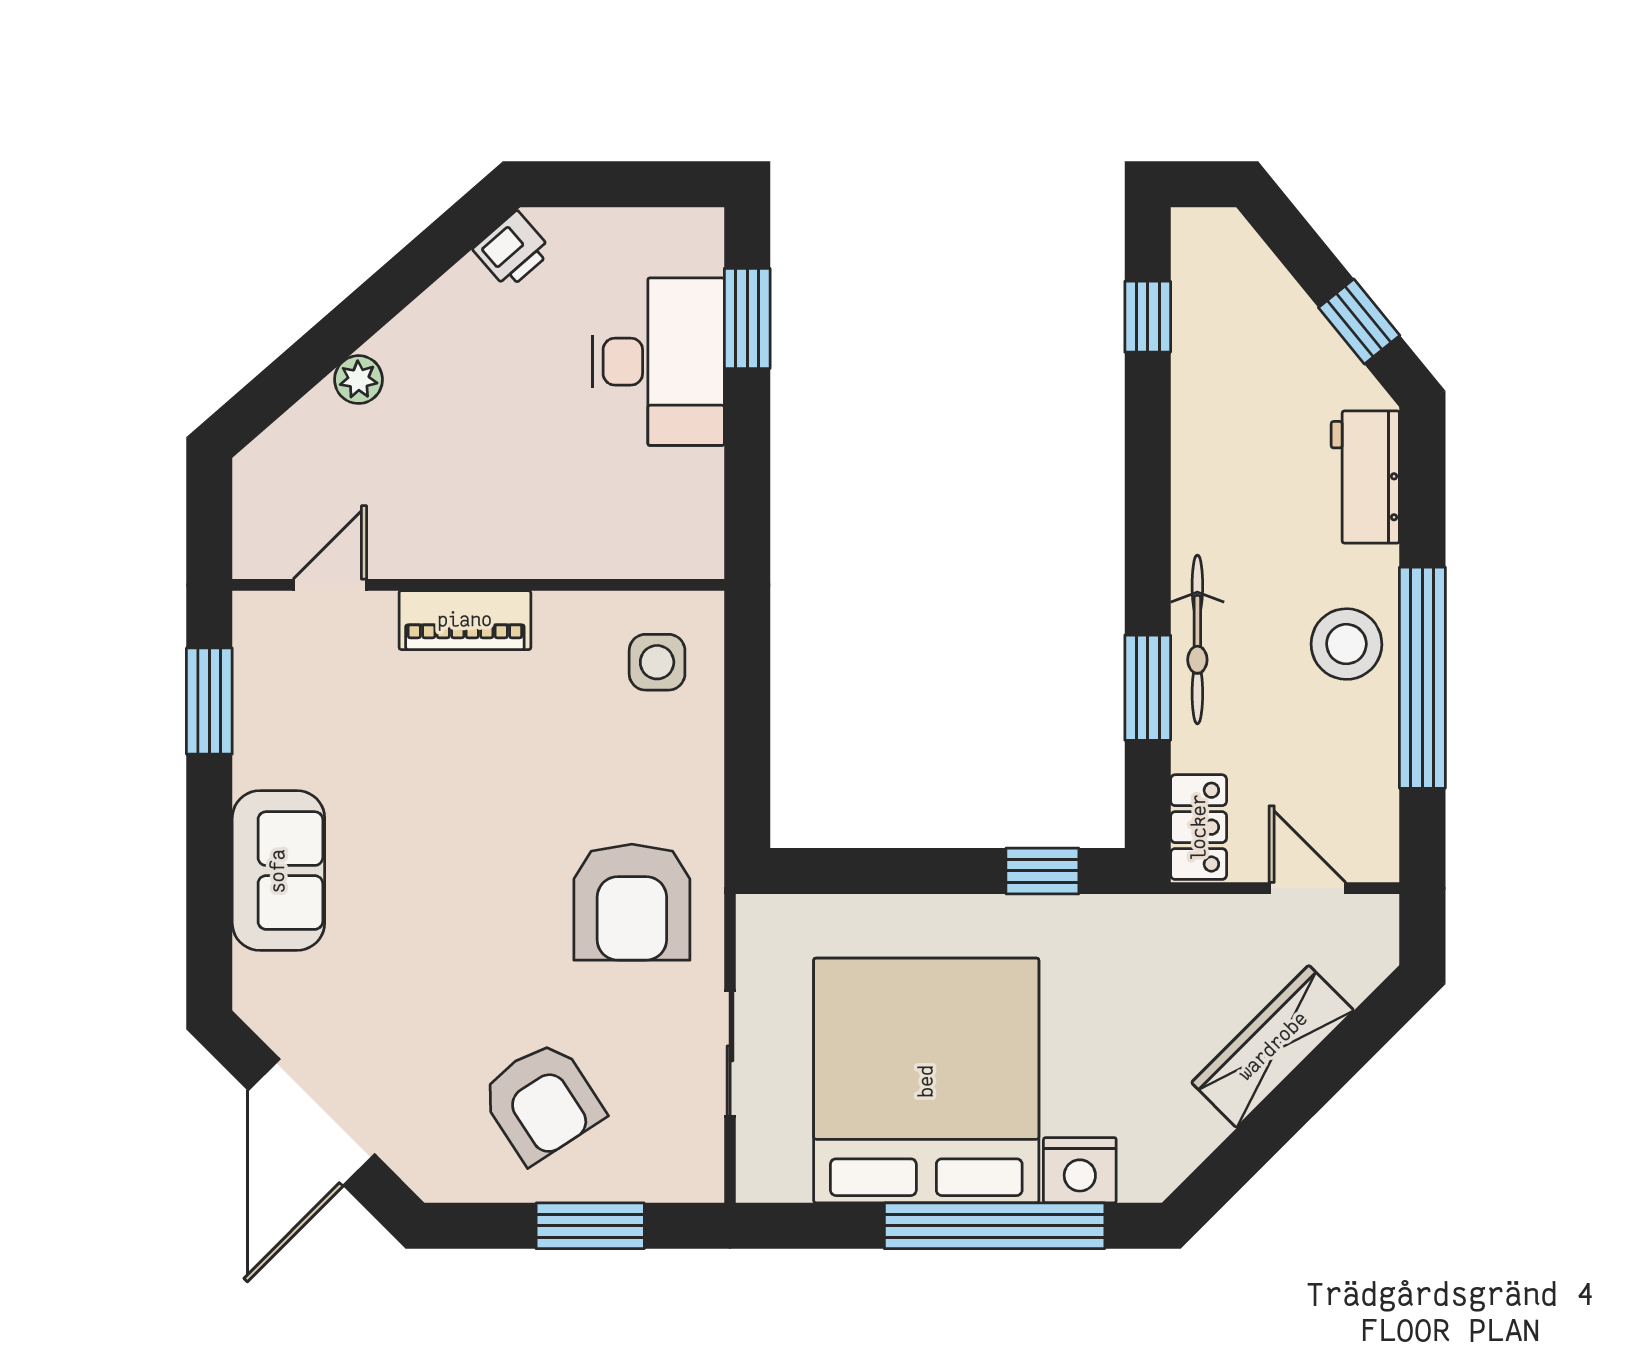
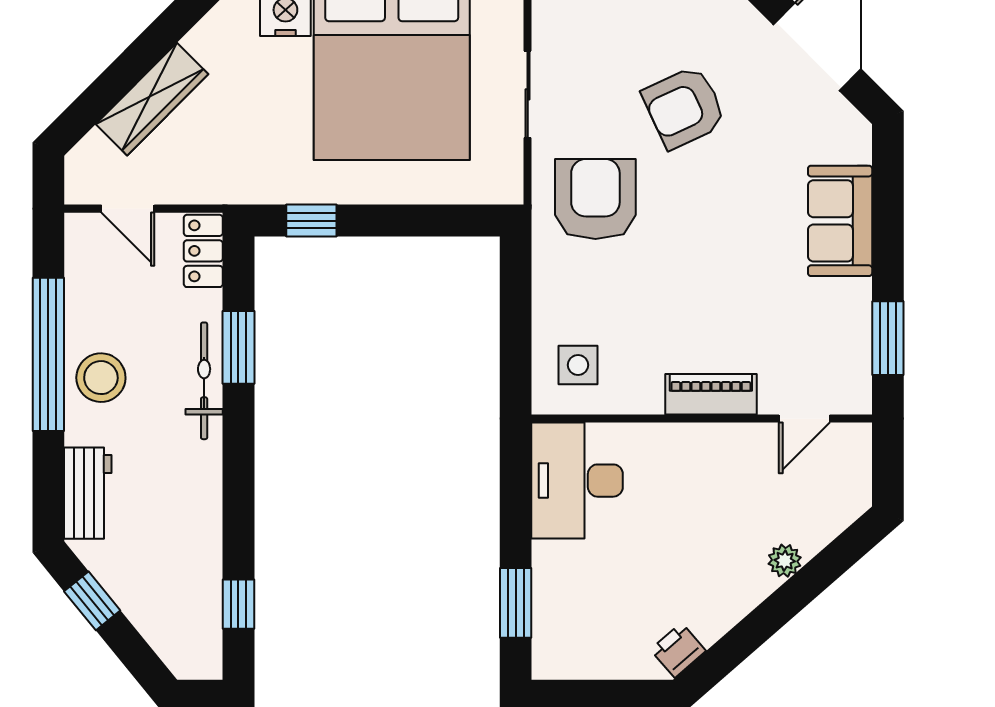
desk: (658, 362) -> (577, 481), moved
armchair: (542, 1102) -> (684, 107), moved, turned -82

